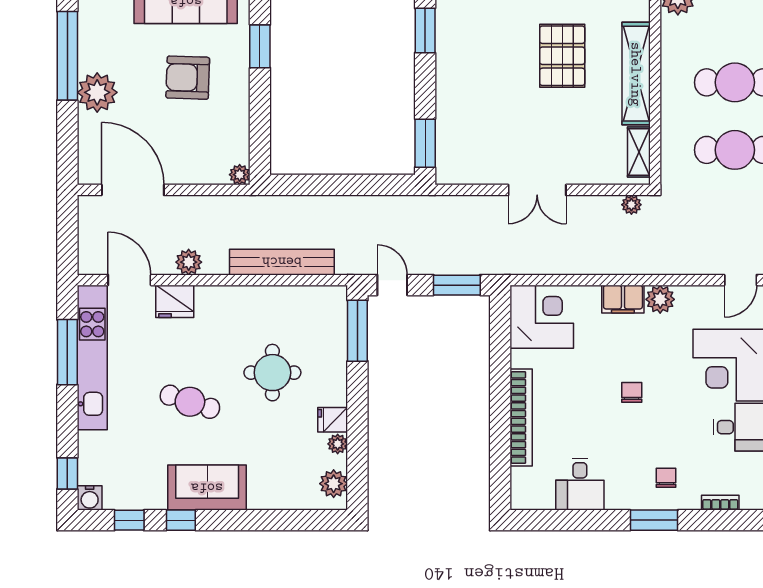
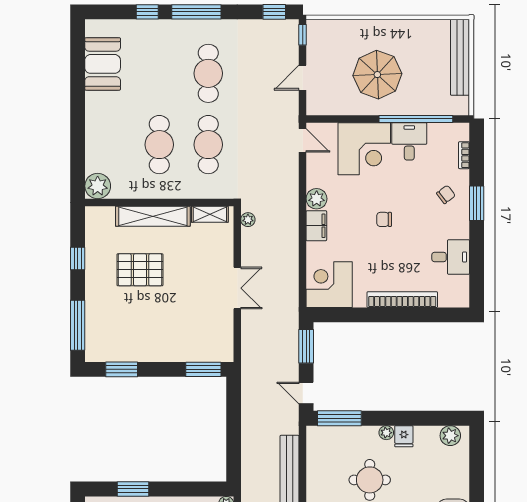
door: (392, 285) -> (306, 393), hinge flipped
plant: (338, 444) -> (386, 433), moved
chair: (666, 478) -> (446, 194), turned 143

